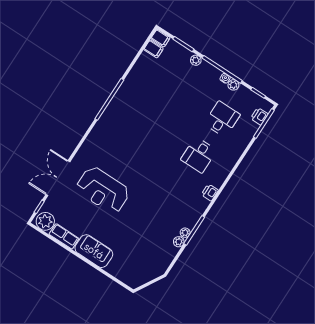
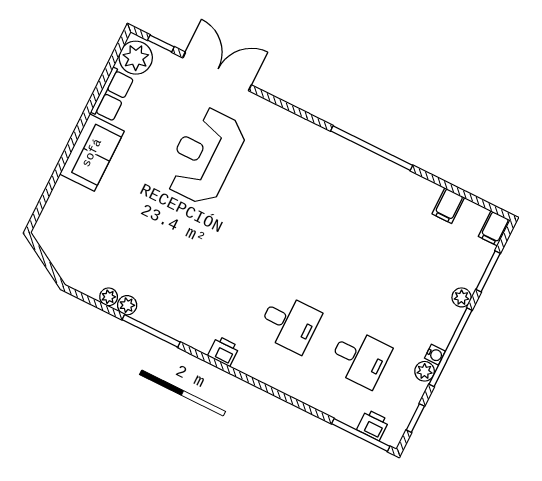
filing cabinet: (154, 49) -> (448, 206), moved
desk: (199, 155) -> (290, 323), turned 180
plant: (185, 233) -> (109, 297), moved

